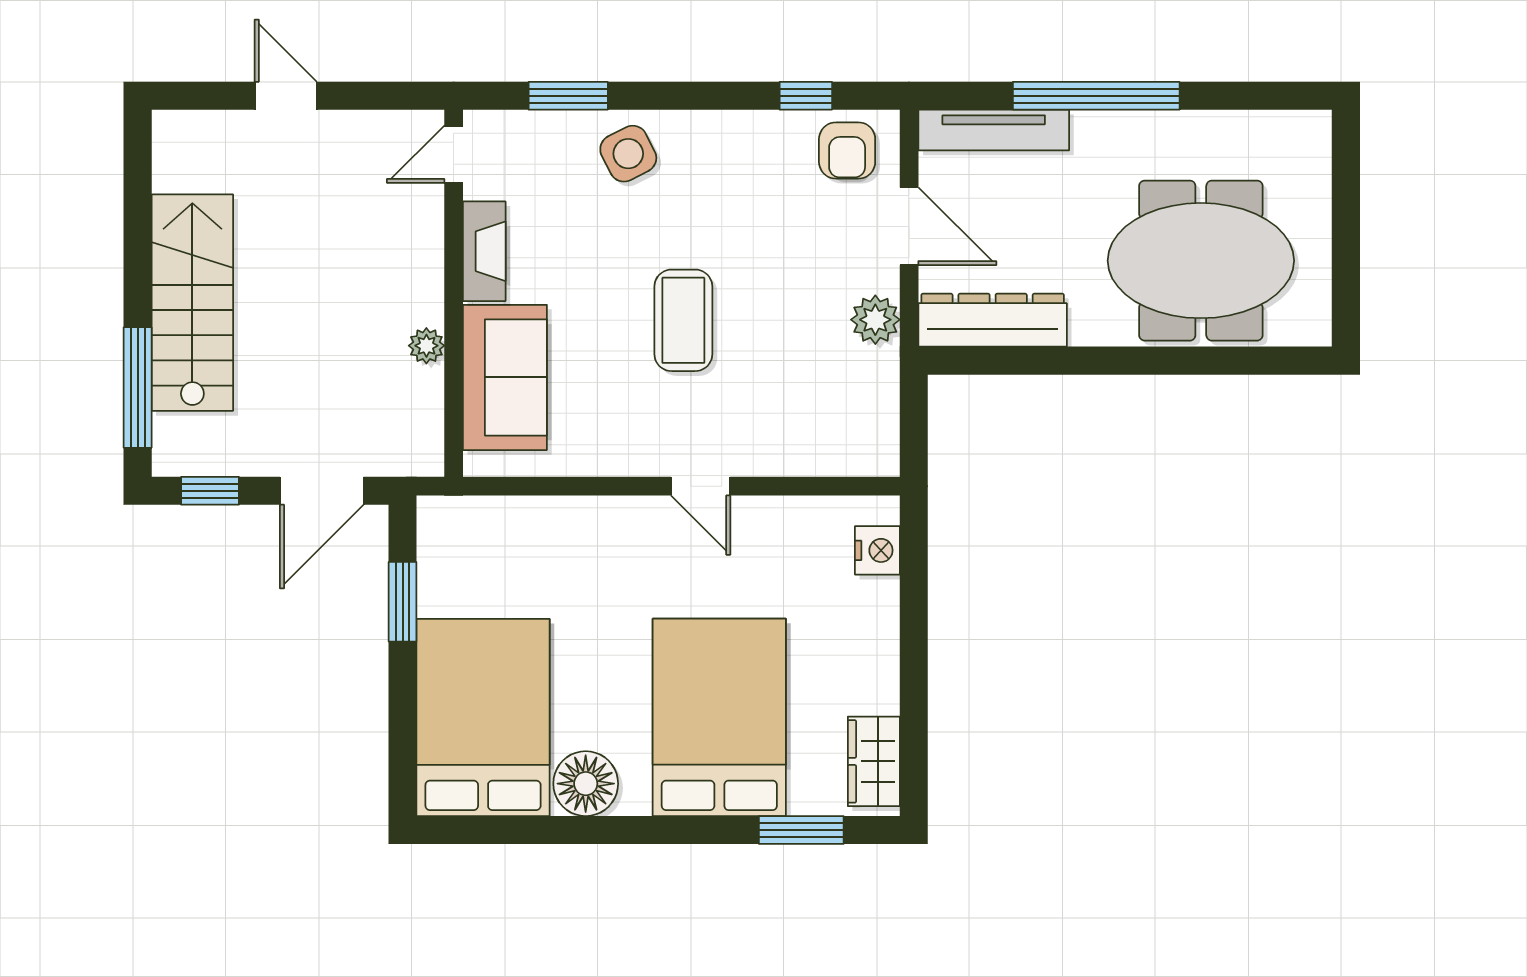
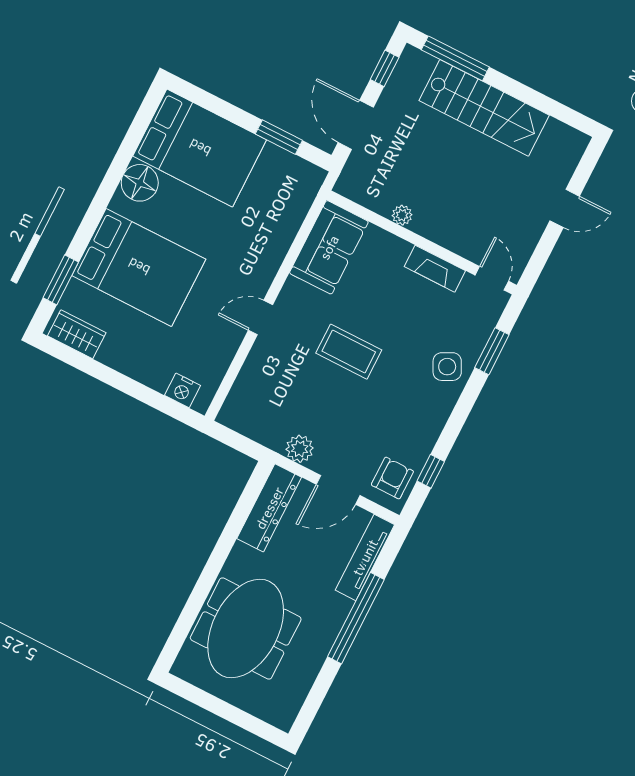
armchair: (847, 150) -> (392, 478), turned 90
sofa: (505, 377) -> (329, 247), moved, turned -90

